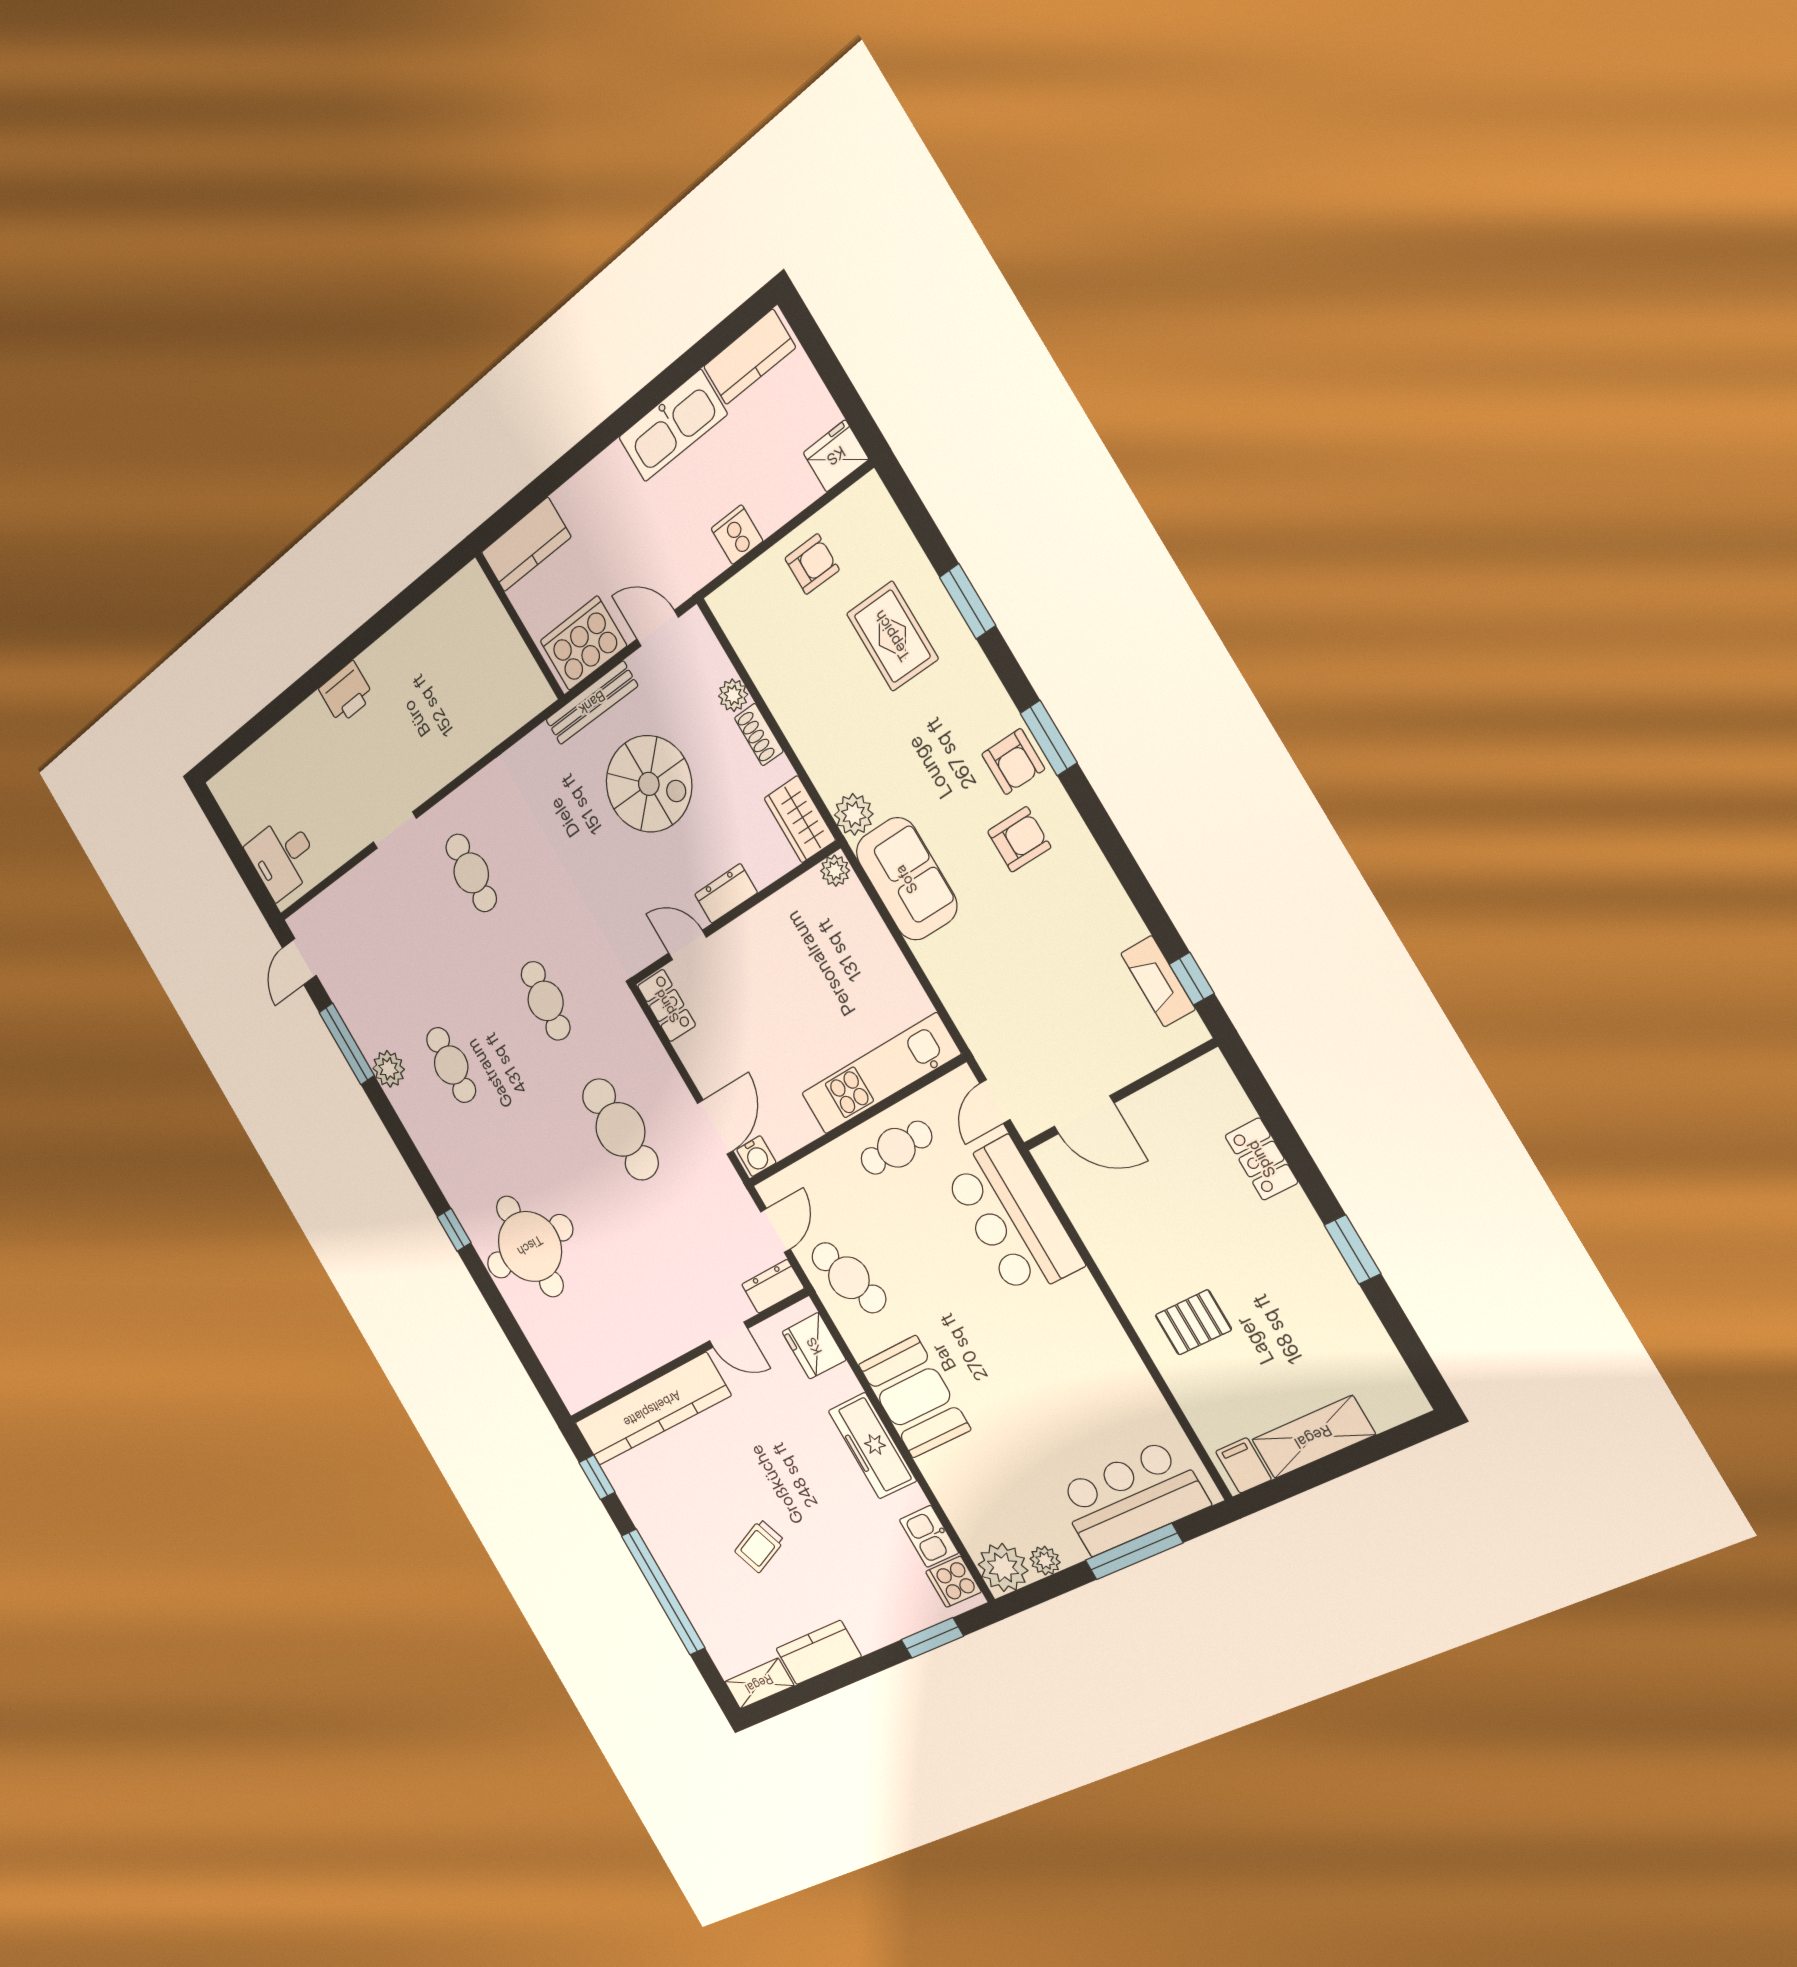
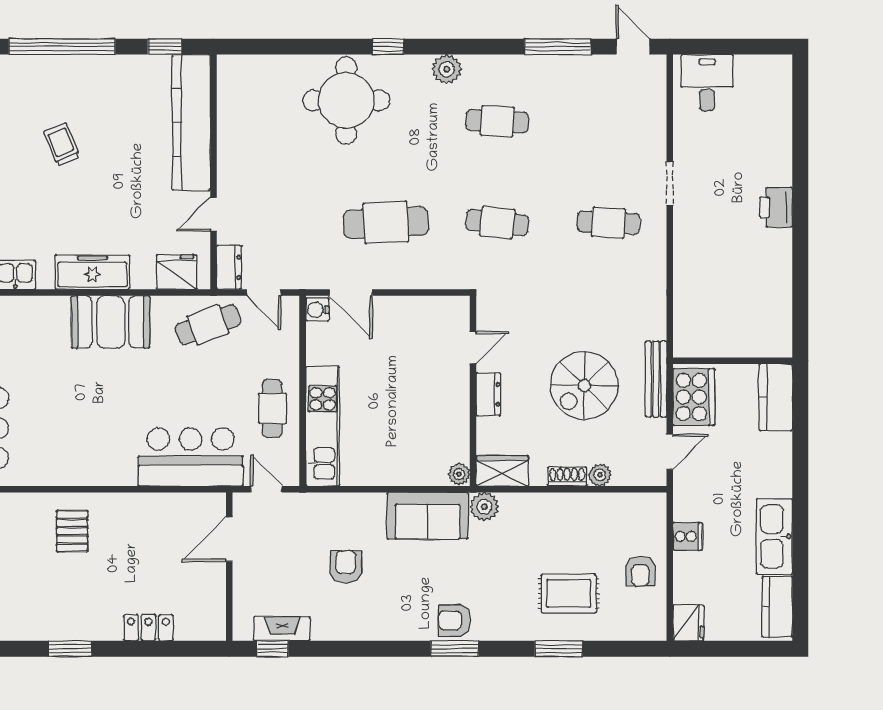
armchair: (1019, 839) -> (346, 567), moved, turned 180
locker: (667, 1006) -> (445, 308), removed
plant: (389, 1069) -> (447, 69), moved

